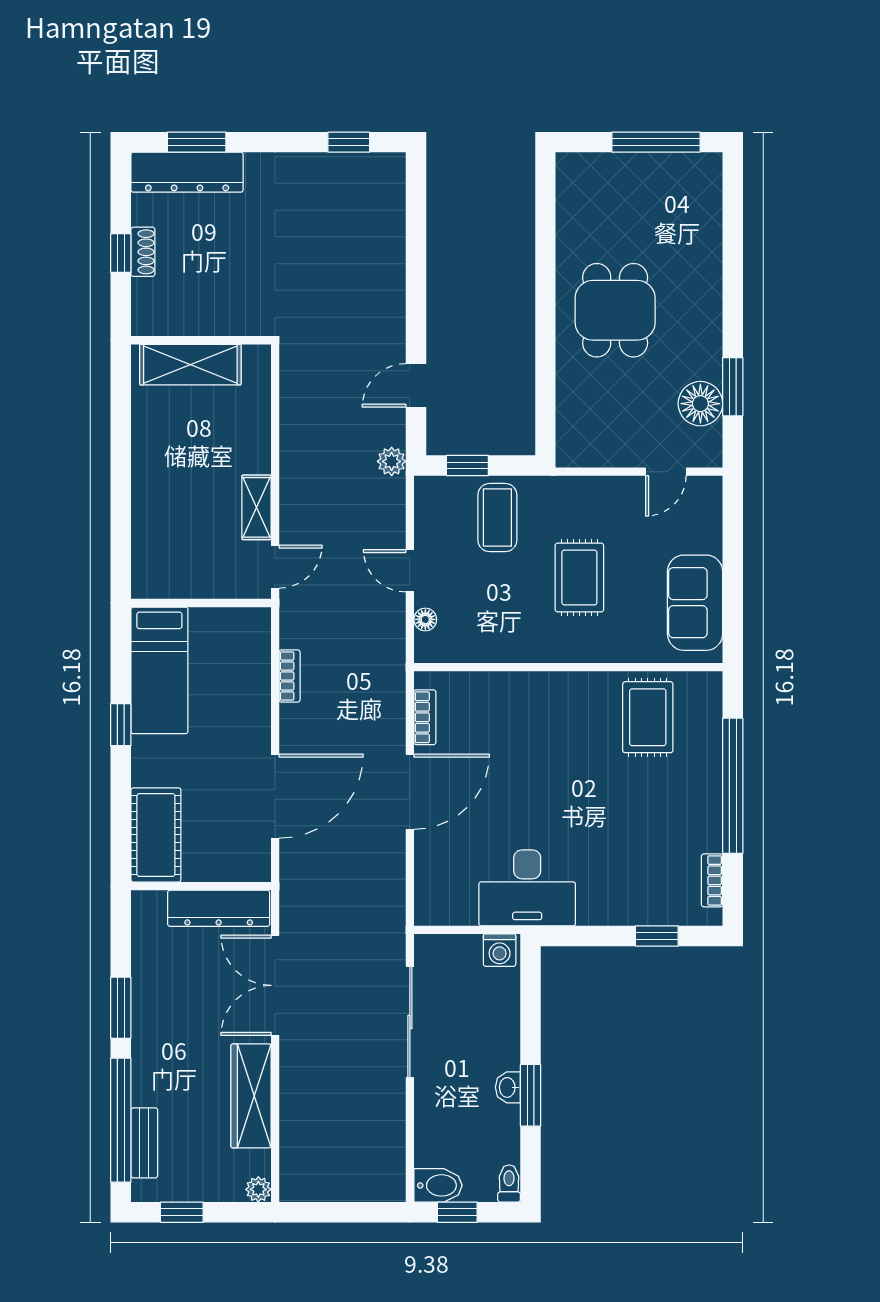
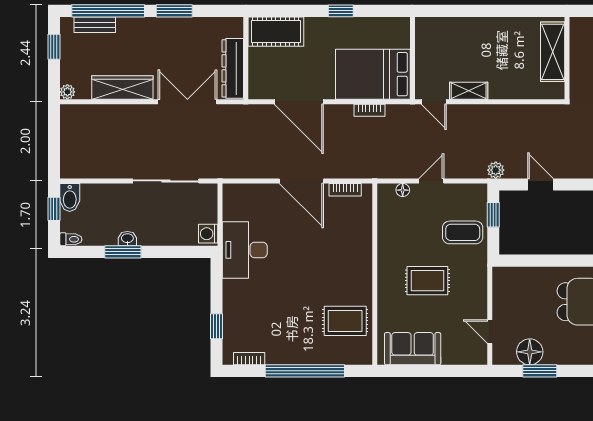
bed: (159, 670) -> (373, 74), moved, width x1.50

